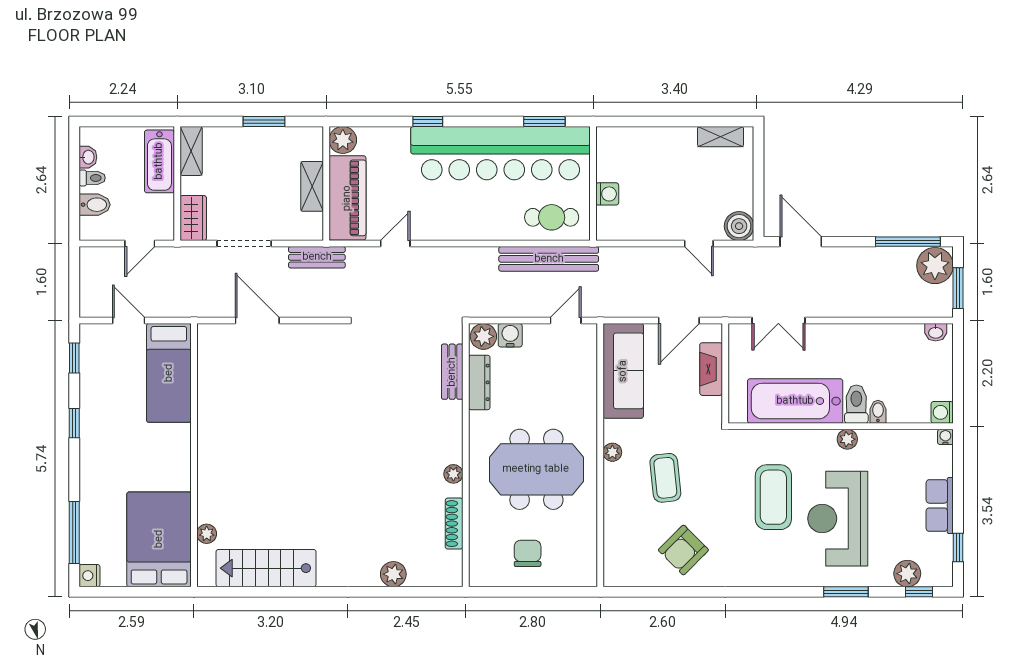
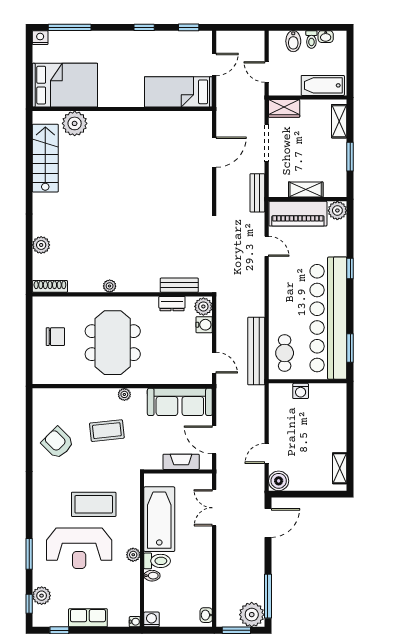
shelving: (191, 151) -> (339, 121), moved, turned 90
dresser: (479, 382) -> (172, 304), width x0.70
reception desk: (838, 519) -> (79, 548), turned 180
shoe rack: (454, 524) -> (50, 286), moved
plant: (207, 534) -> (75, 123), width x1.87, depth x1.87

